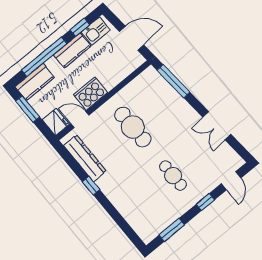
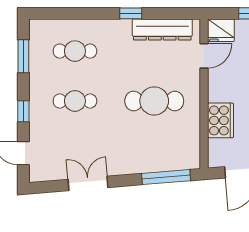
cooker: (91, 94) -> (220, 120), moved
cafe table: (142, 201) -> (75, 51), added

